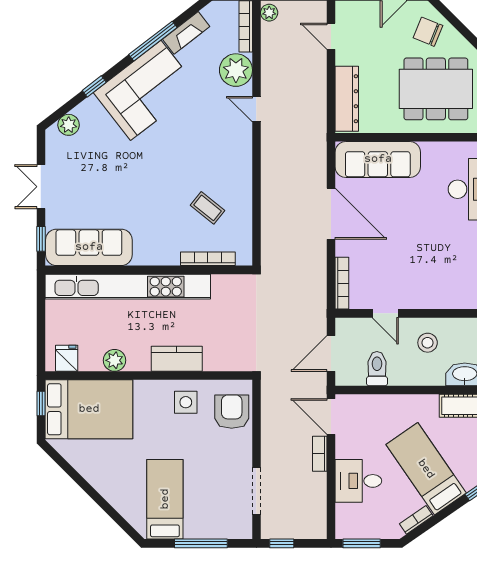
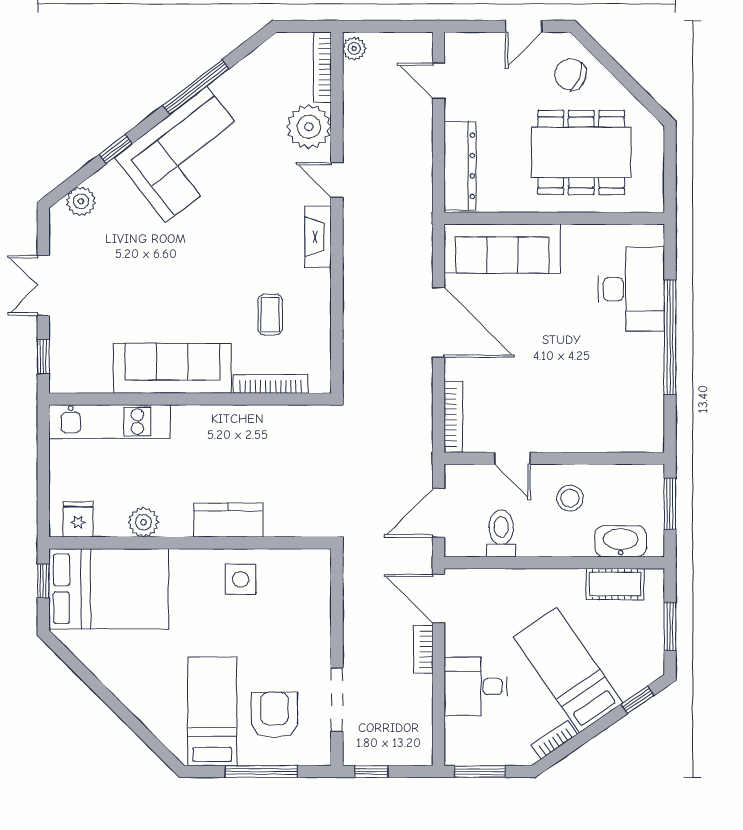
fireplace: (186, 33) -> (318, 237), moved, turned 128
coffee table: (207, 208) -> (270, 315), turned 51
sofa: (89, 247) -> (172, 368), moved
kitchen unit: (128, 287) -> (110, 422), width x0.54
armchair: (232, 412) -> (274, 715), moved

